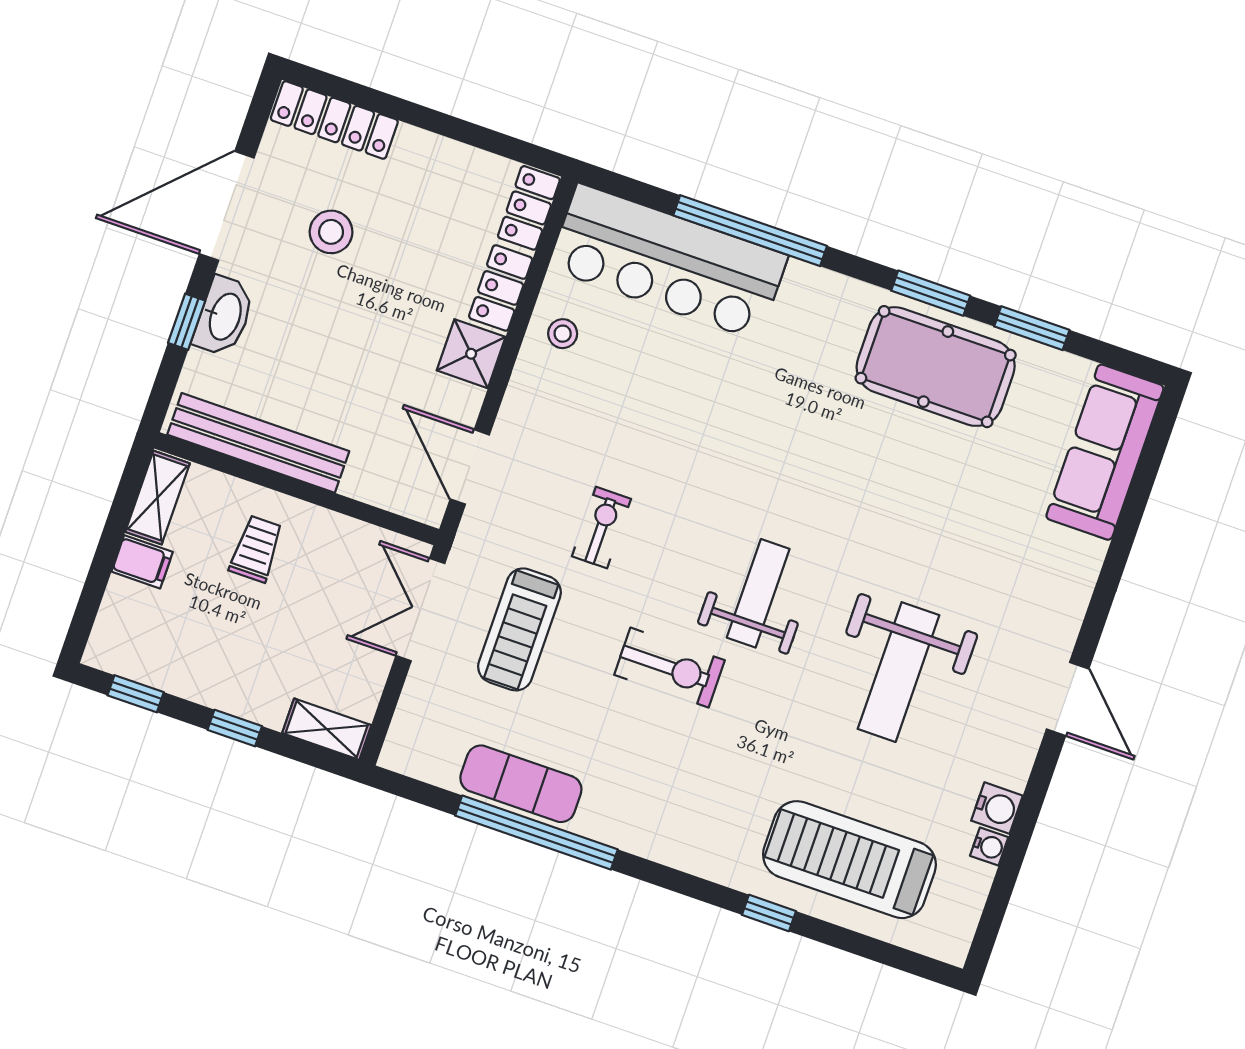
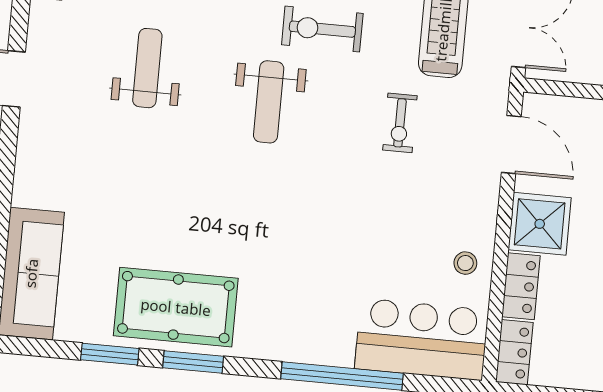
bar counter: (668, 262) -> (422, 339), width x0.73
shower: (471, 354) -> (540, 224), width x1.36, depth x1.36
weight bench: (899, 672) -> (147, 68), width x0.73, depth x0.75

